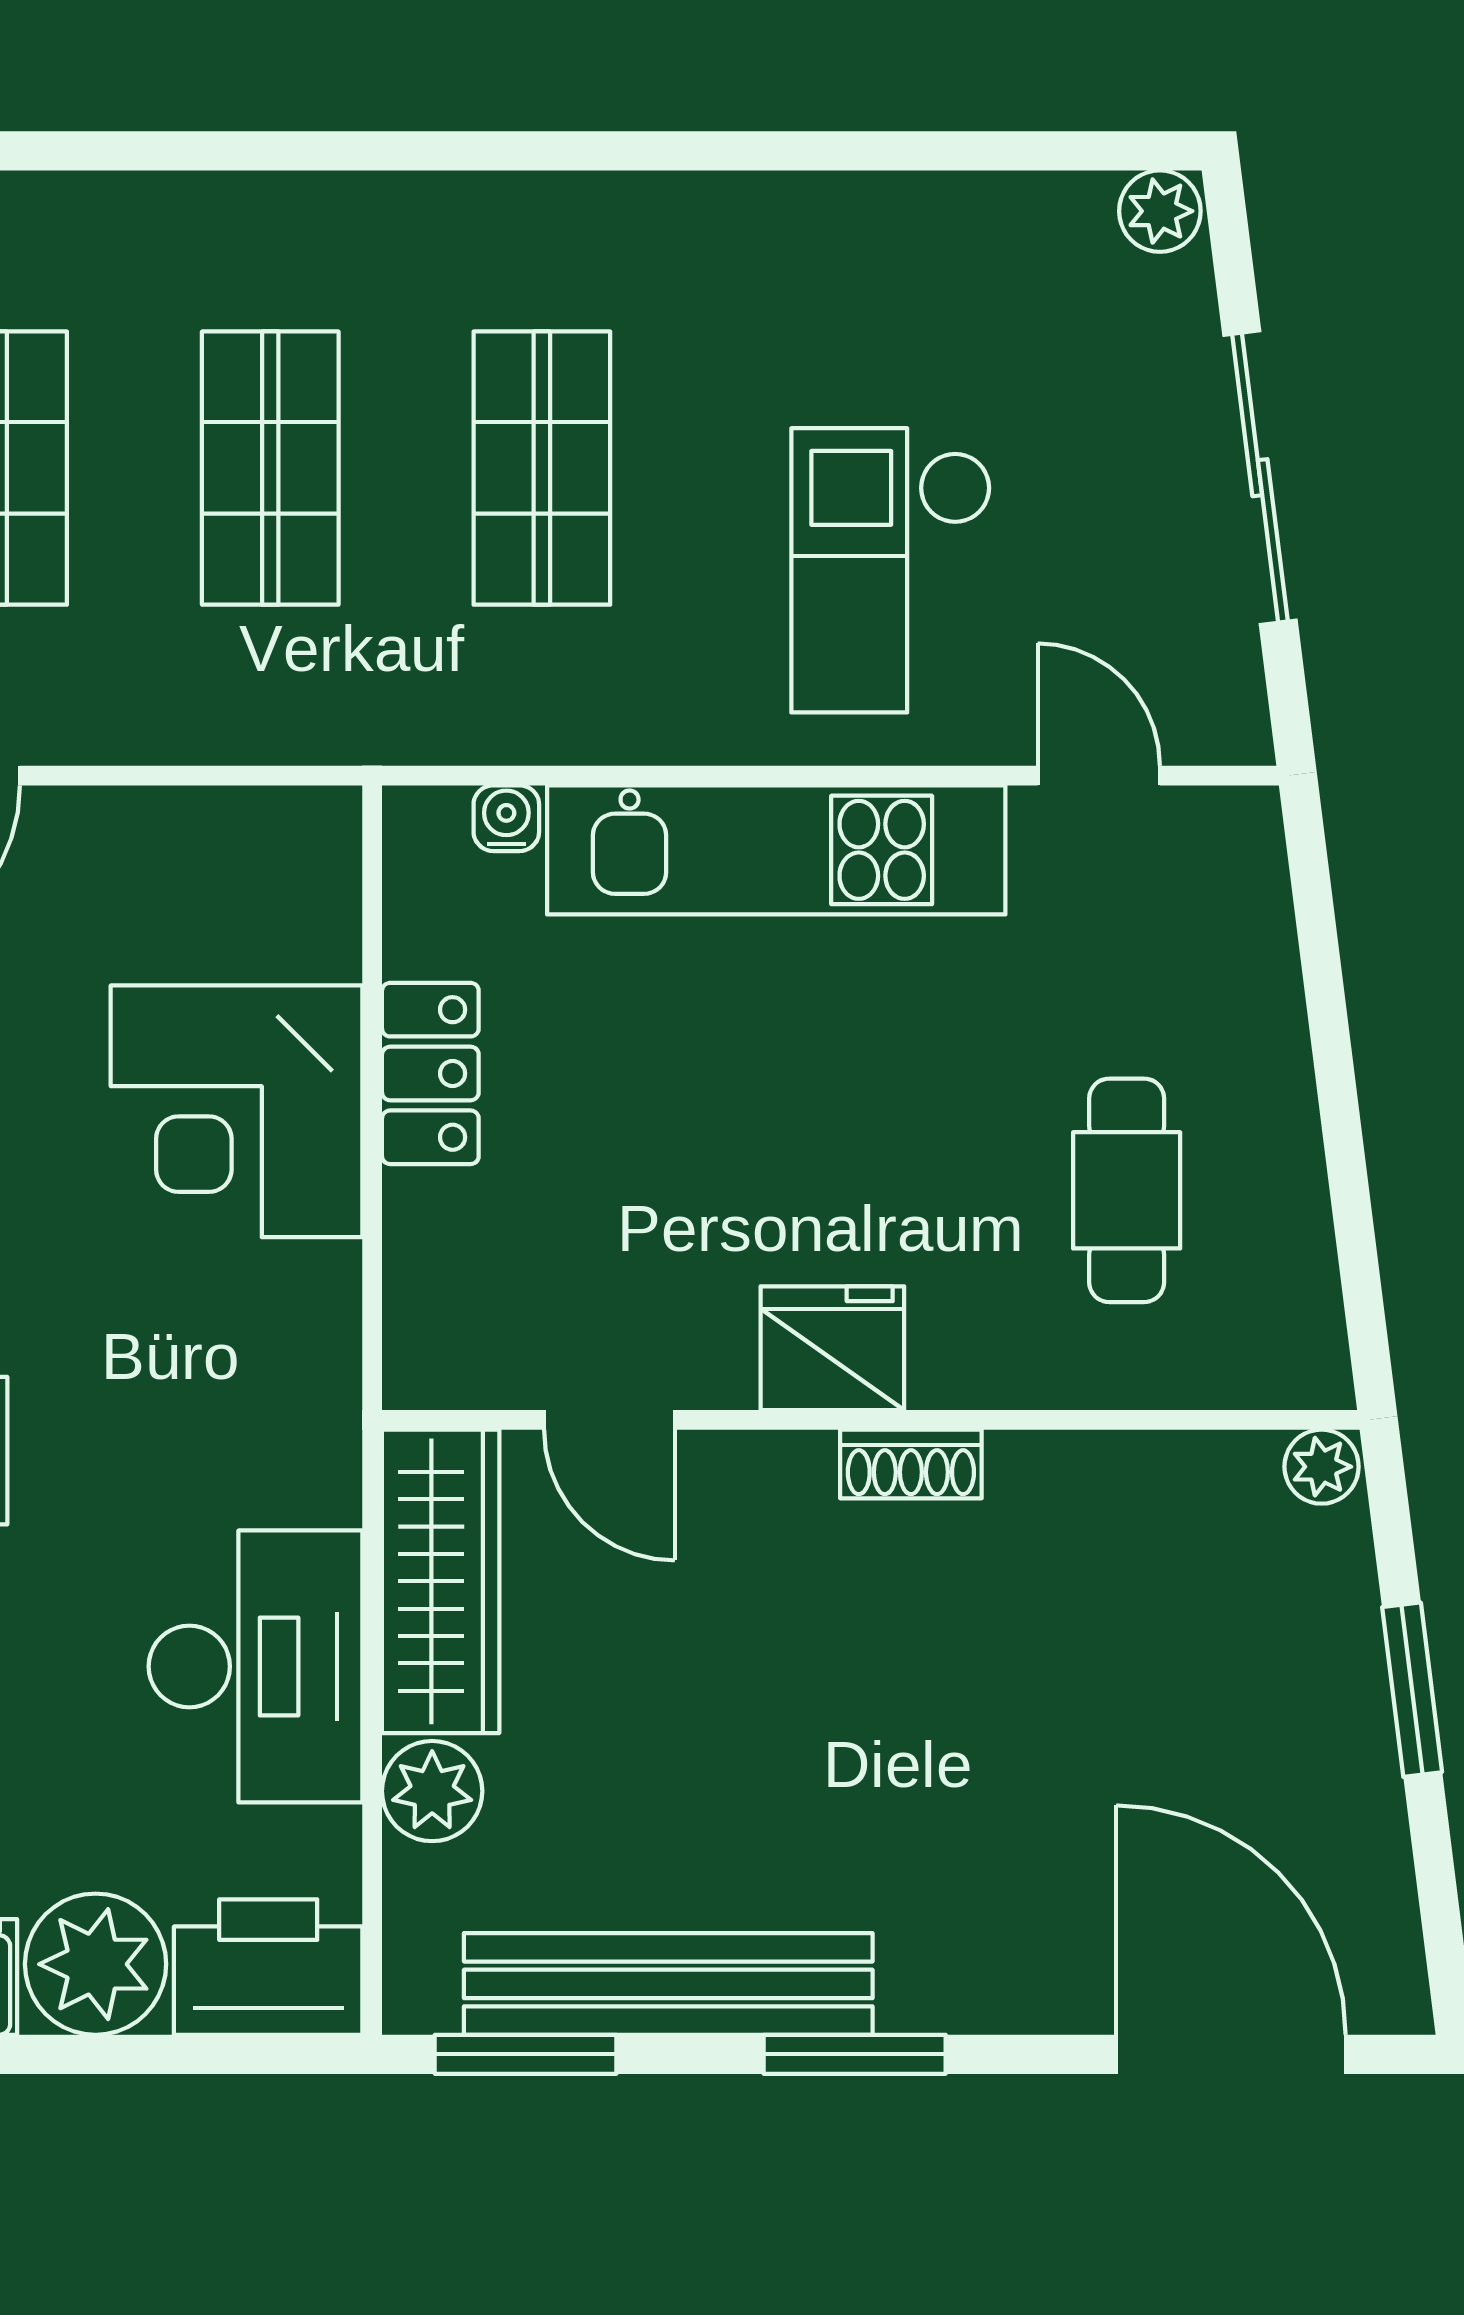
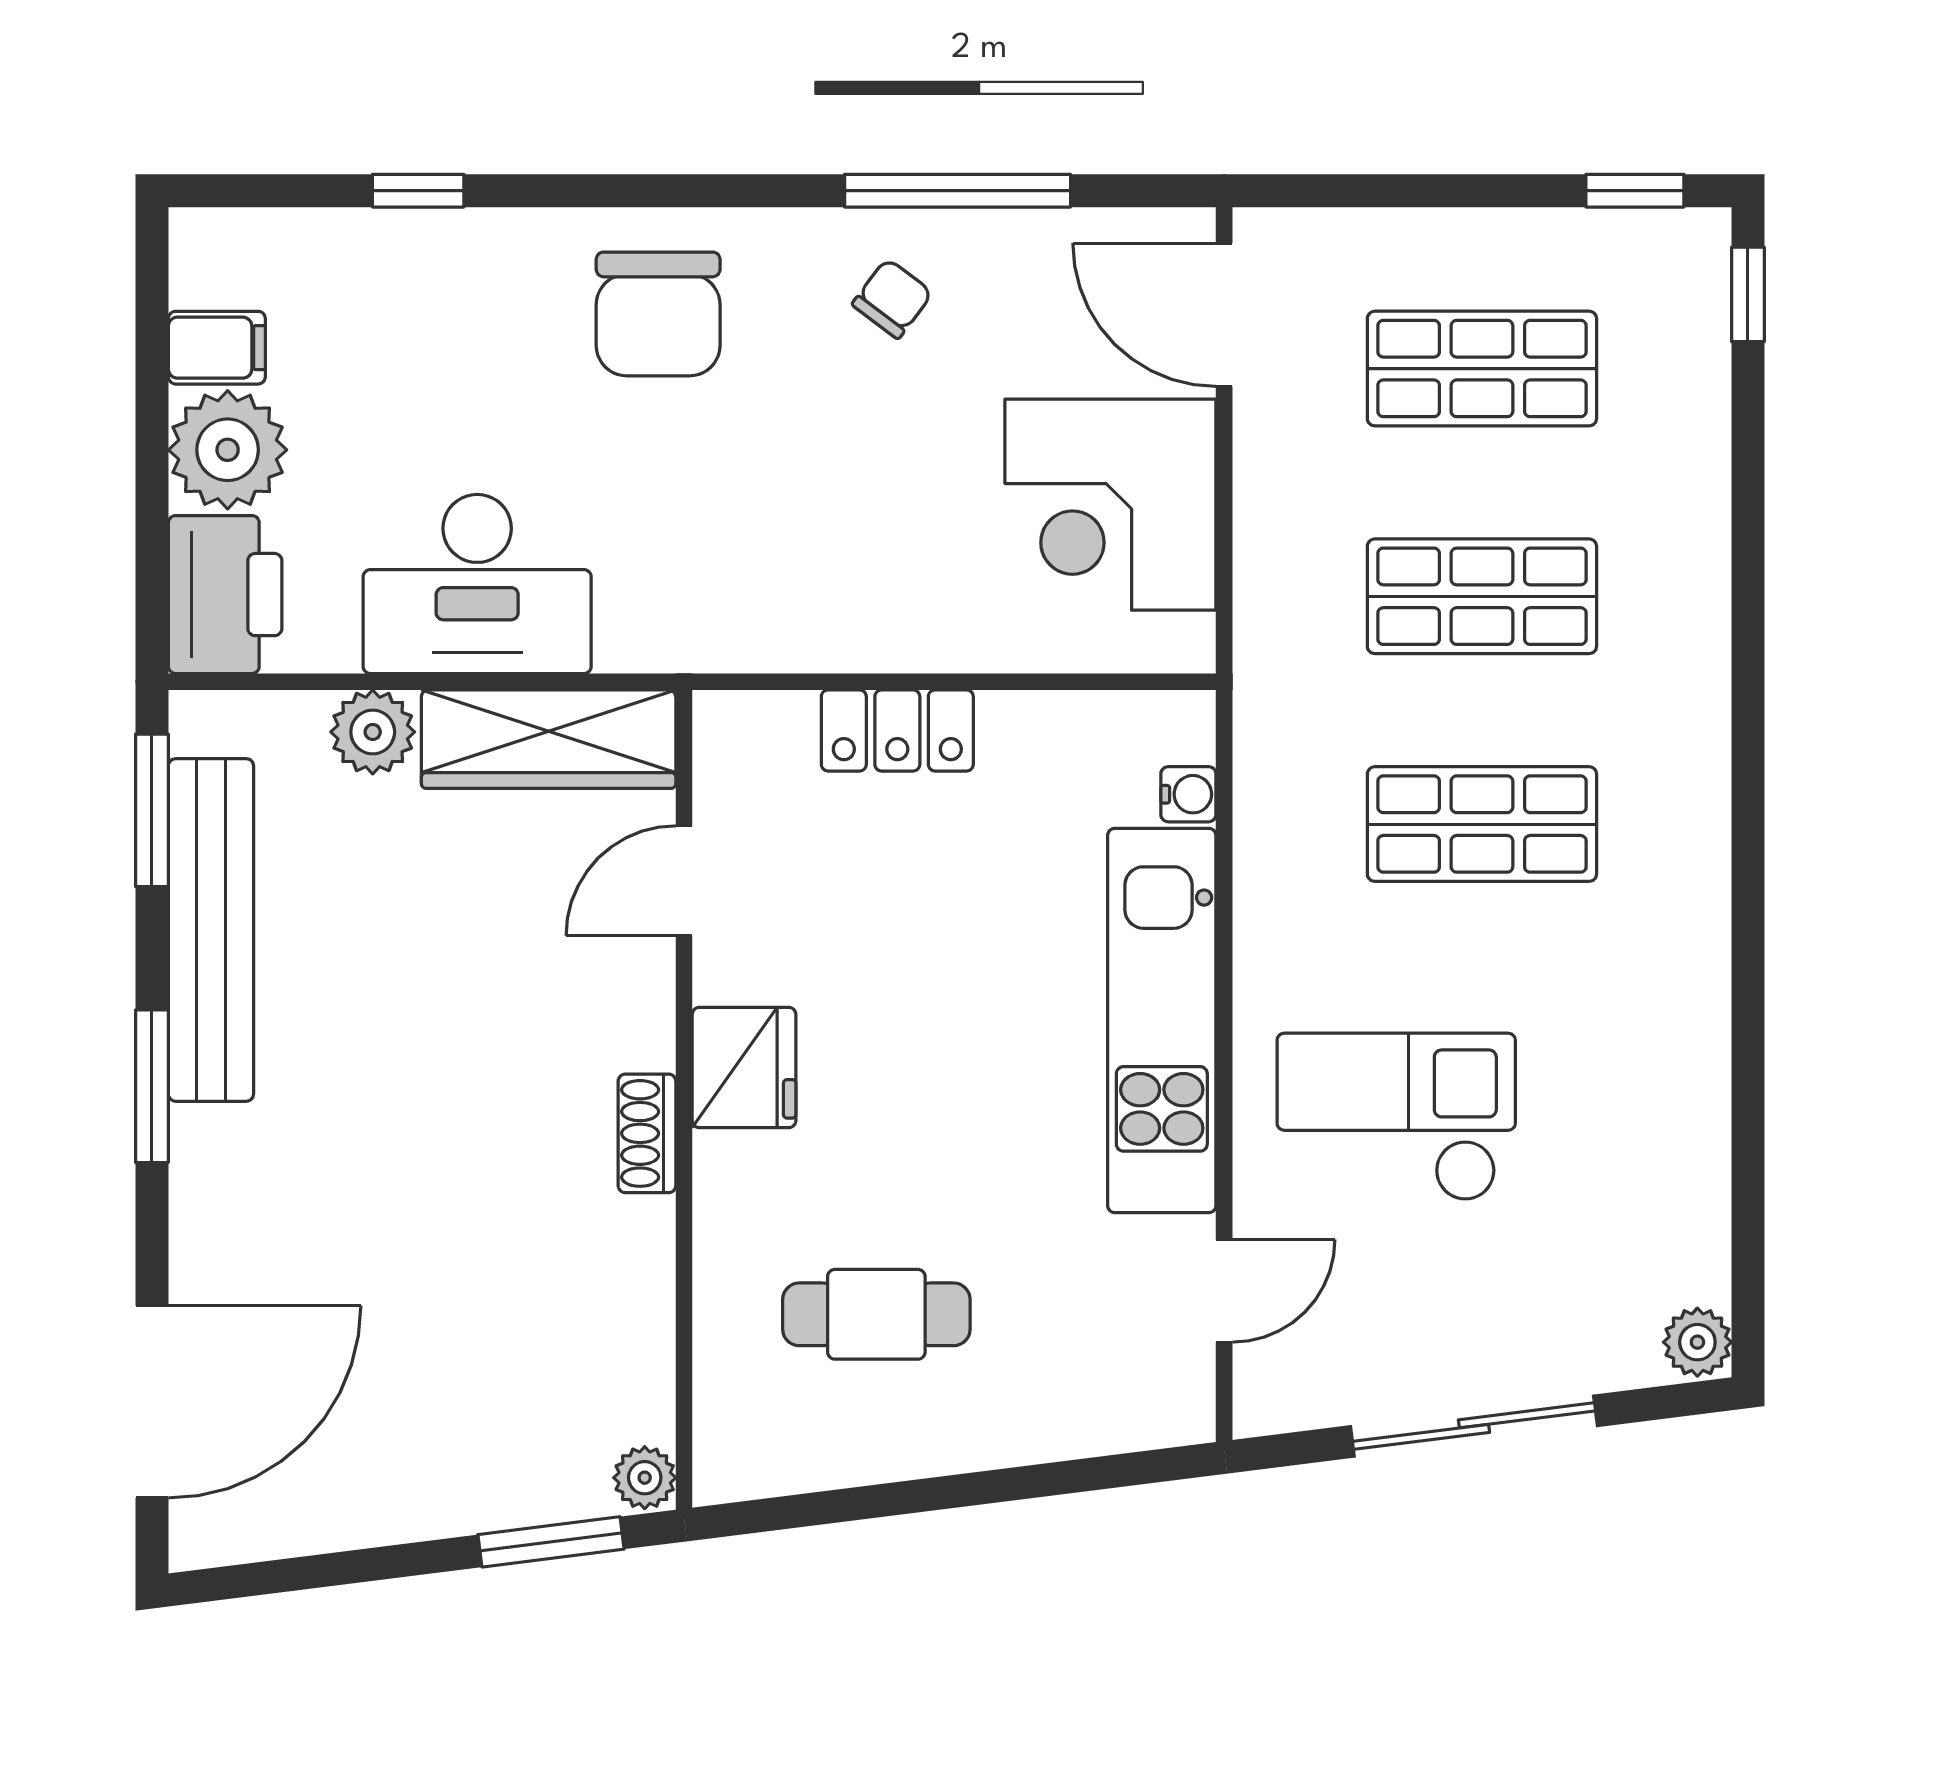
locker: (430, 1073) -> (897, 730), moved
corner desk: (237, 1111) -> (1110, 505), moved, turned -90
window: (1412, 1690) -> (551, 1542), moved

